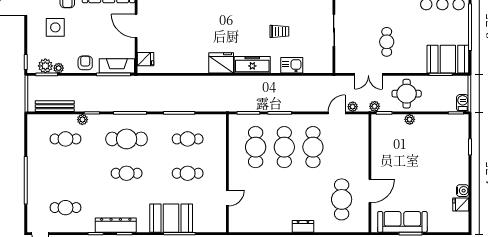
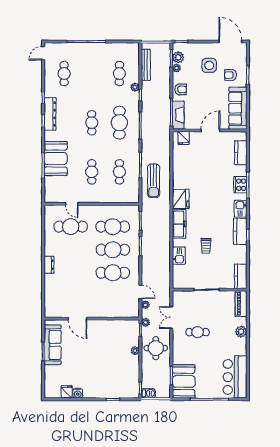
sun lounger: (199, 96) -> (154, 181), added
cafe table: (342, 199) -> (71, 227), moved

